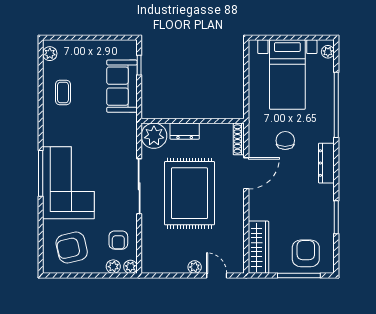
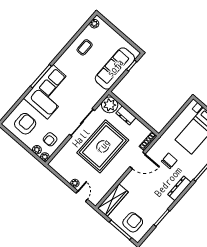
sofa: (122, 86) -> (115, 68), width x1.36
armchair: (72, 247) -> (25, 124), turned 103

